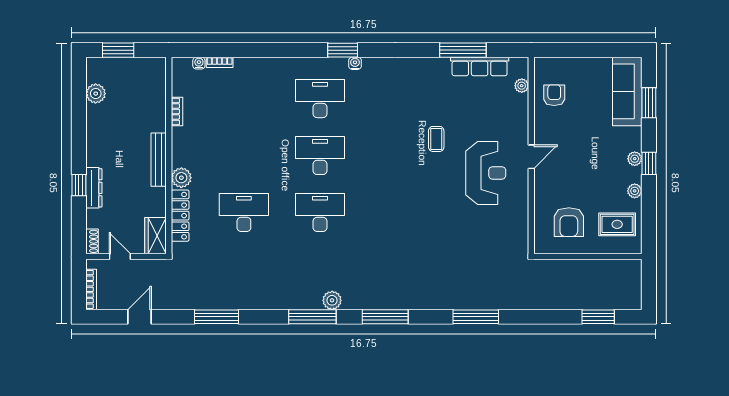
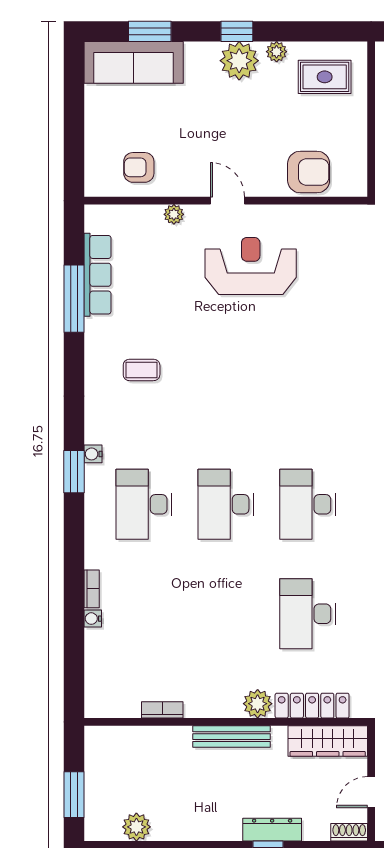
bookcase: (220, 62) -> (92, 589), moved
water cooler: (199, 63) -> (93, 619), moved
plant: (522, 86) -> (174, 214), moved
coffee table: (436, 139) -> (142, 370), moved
plant: (635, 159) -> (239, 61), width x1.88, depth x1.88
armchair: (569, 222) -> (309, 172), moved
rug: (617, 224) -> (325, 77), turned 90
wardrobe: (155, 236) -> (328, 741), width x1.50

